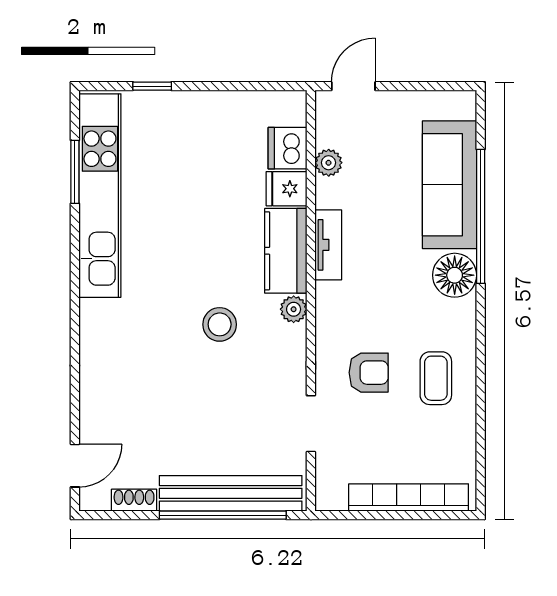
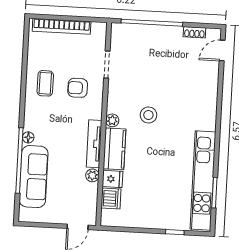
plant: (329, 163) -> (92, 175), moved
tv unit: (328, 245) -> (94, 144), width x1.41
floor lamp: (455, 275) -> (28, 137), width x0.53, depth x0.53
bench: (231, 493) -> (148, 33), removed

